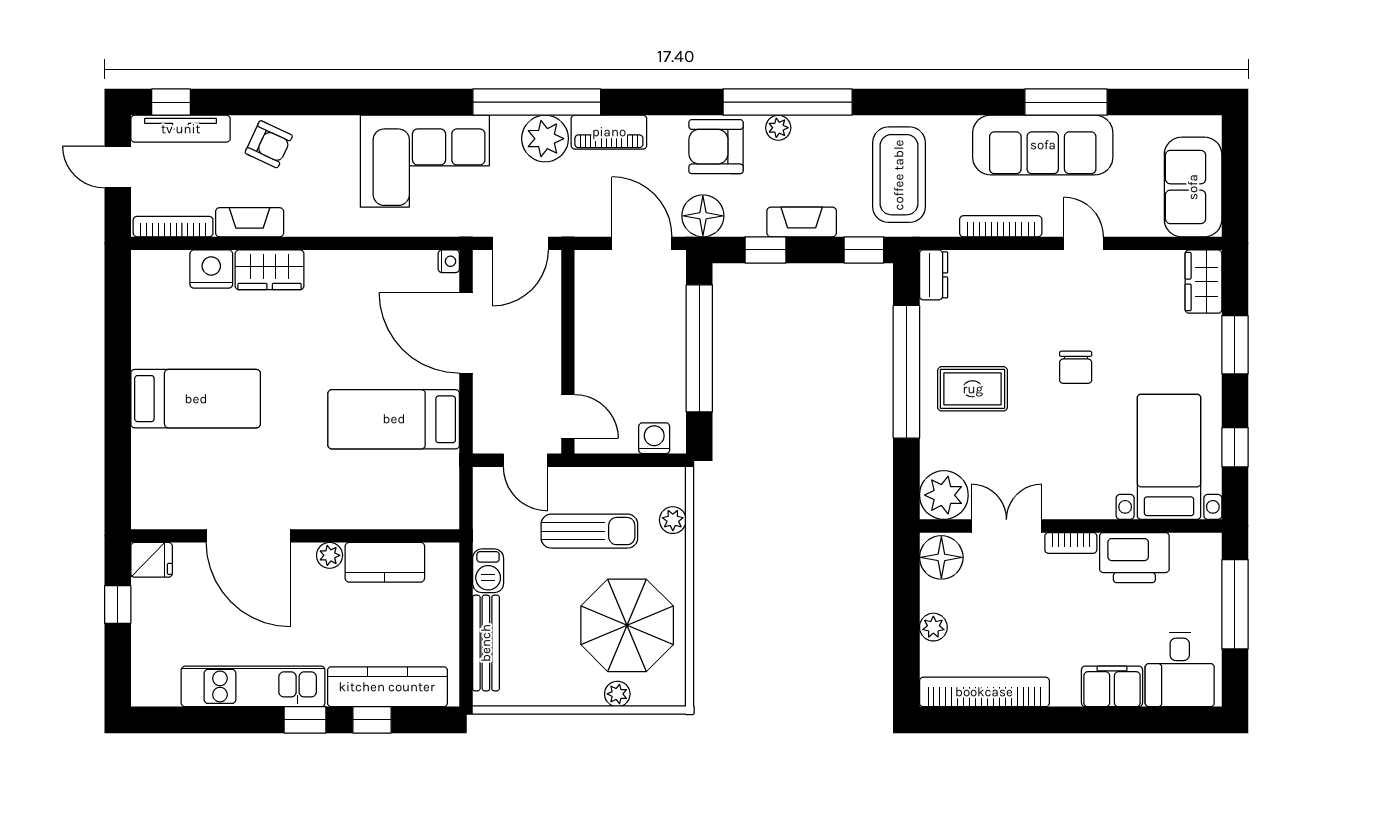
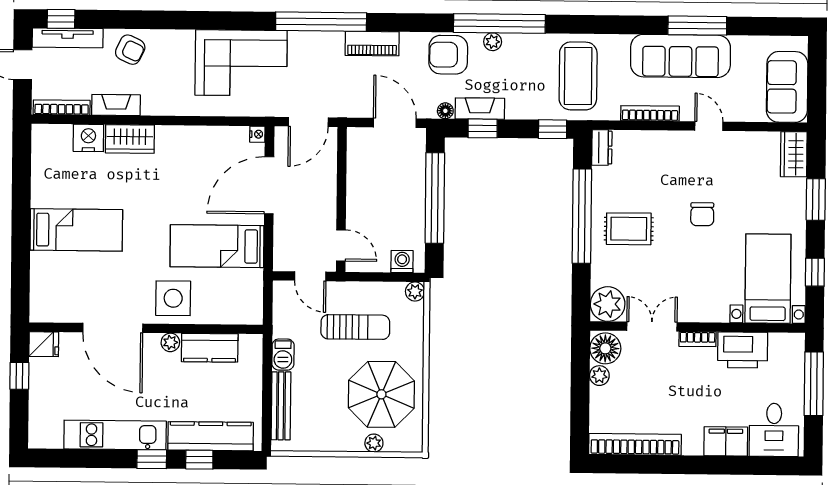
plant: (545, 139) -> (327, 48), removed
floor lamp: (703, 216) -> (445, 111), width x0.53, depth x0.53
fireplace: (802, 222) -> (480, 109), moved
door: (466, 333) -> (269, 185), hinge flipped
side table: (333, 493) -> (173, 298), added
plant: (673, 520) -> (415, 292), moved
plant: (933, 627) -> (599, 376), moved

